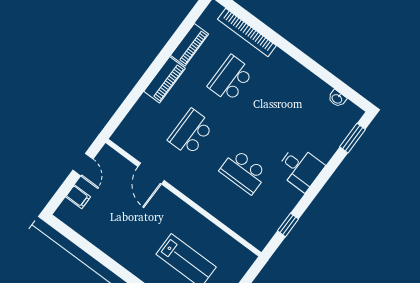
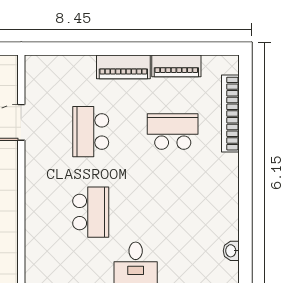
school desk: (191, 133) -> (91, 132), turned -90
school desk: (243, 172) -> (91, 212), turned 180

